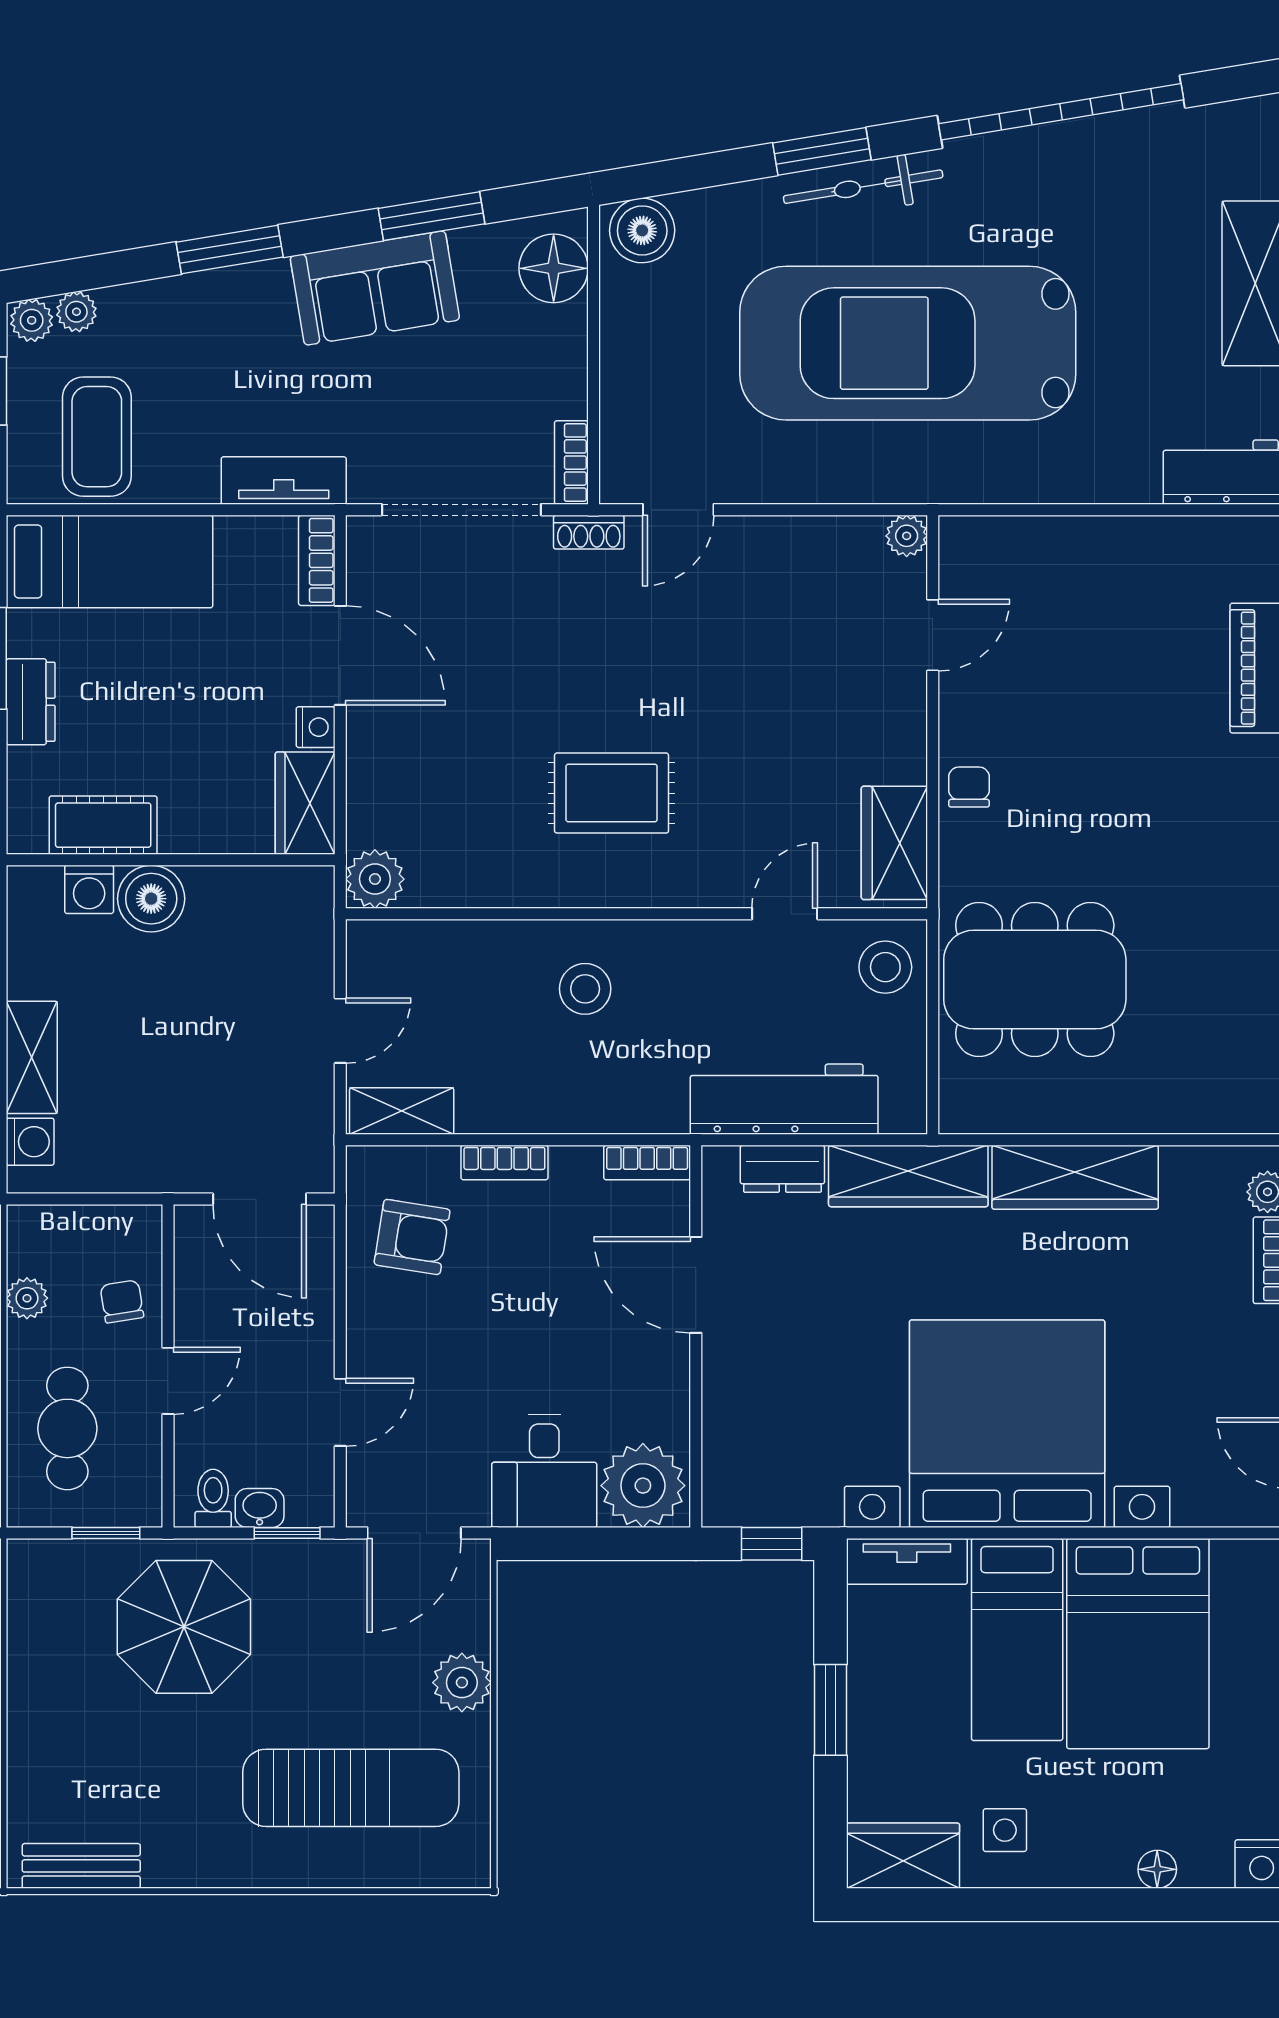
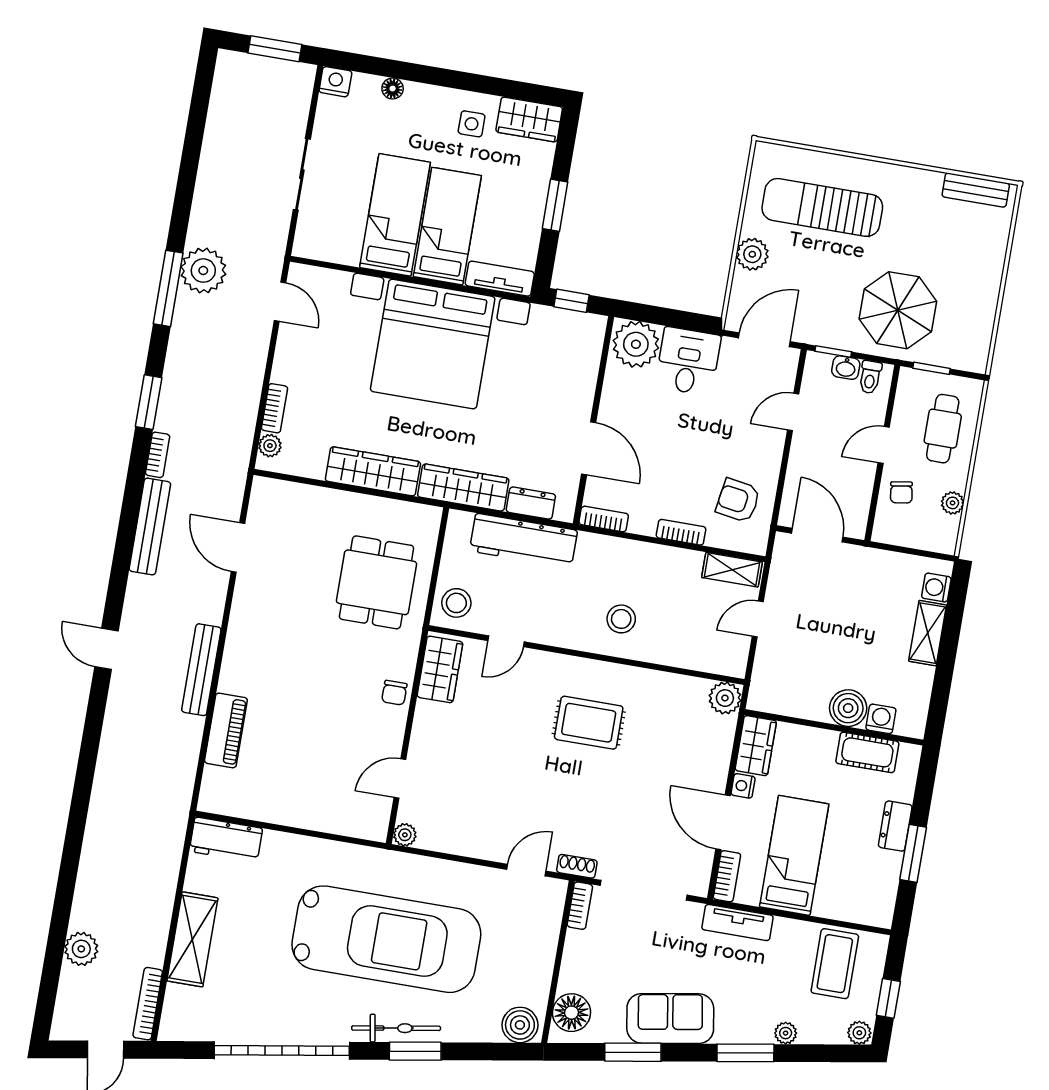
plant: (76, 312) -> (786, 1033), moved
bed: (109, 562) -> (794, 855), moved, turned 90
dining table: (1035, 979) -> (376, 582), width x0.73
bed: (1138, 1644) -> (395, 215), width x0.67

